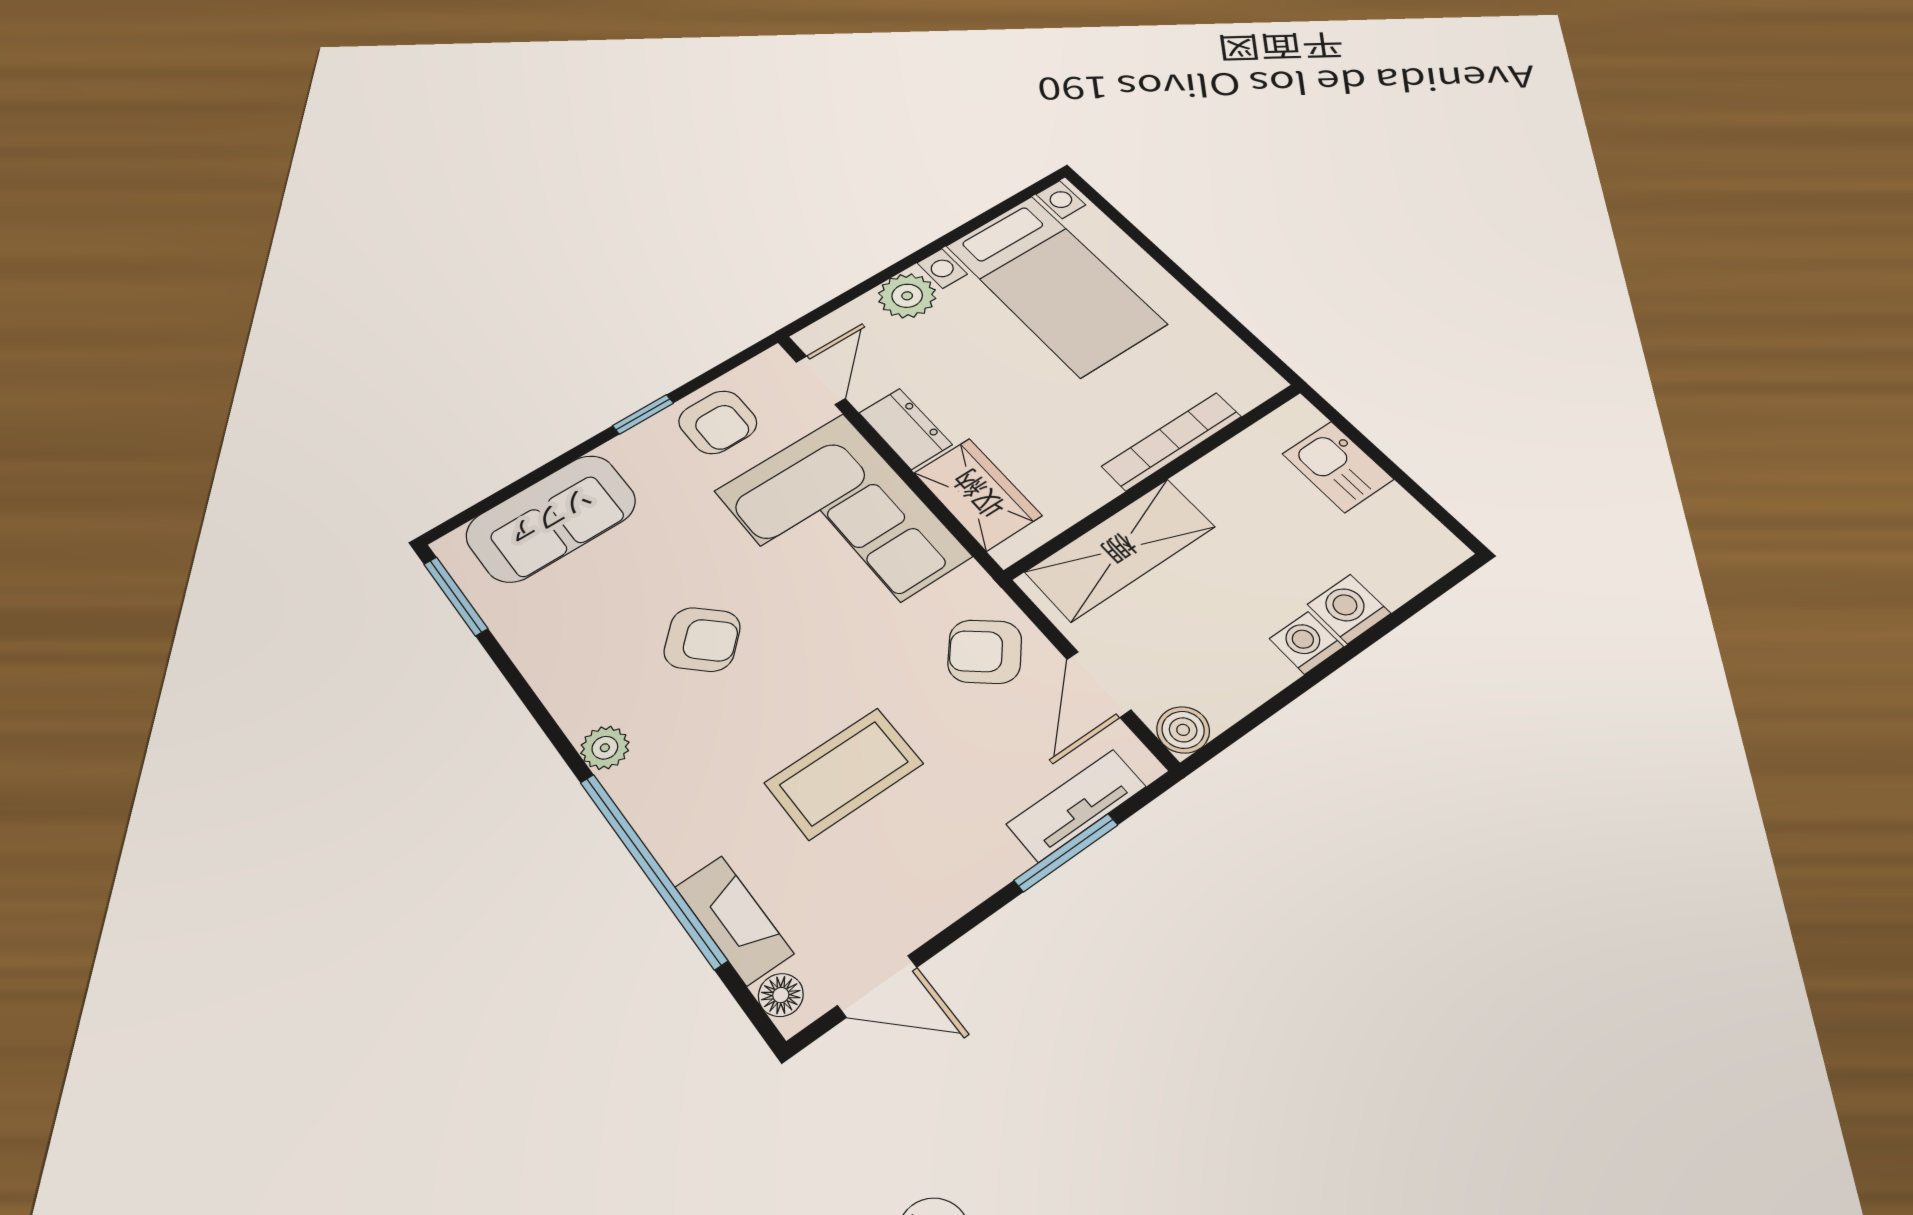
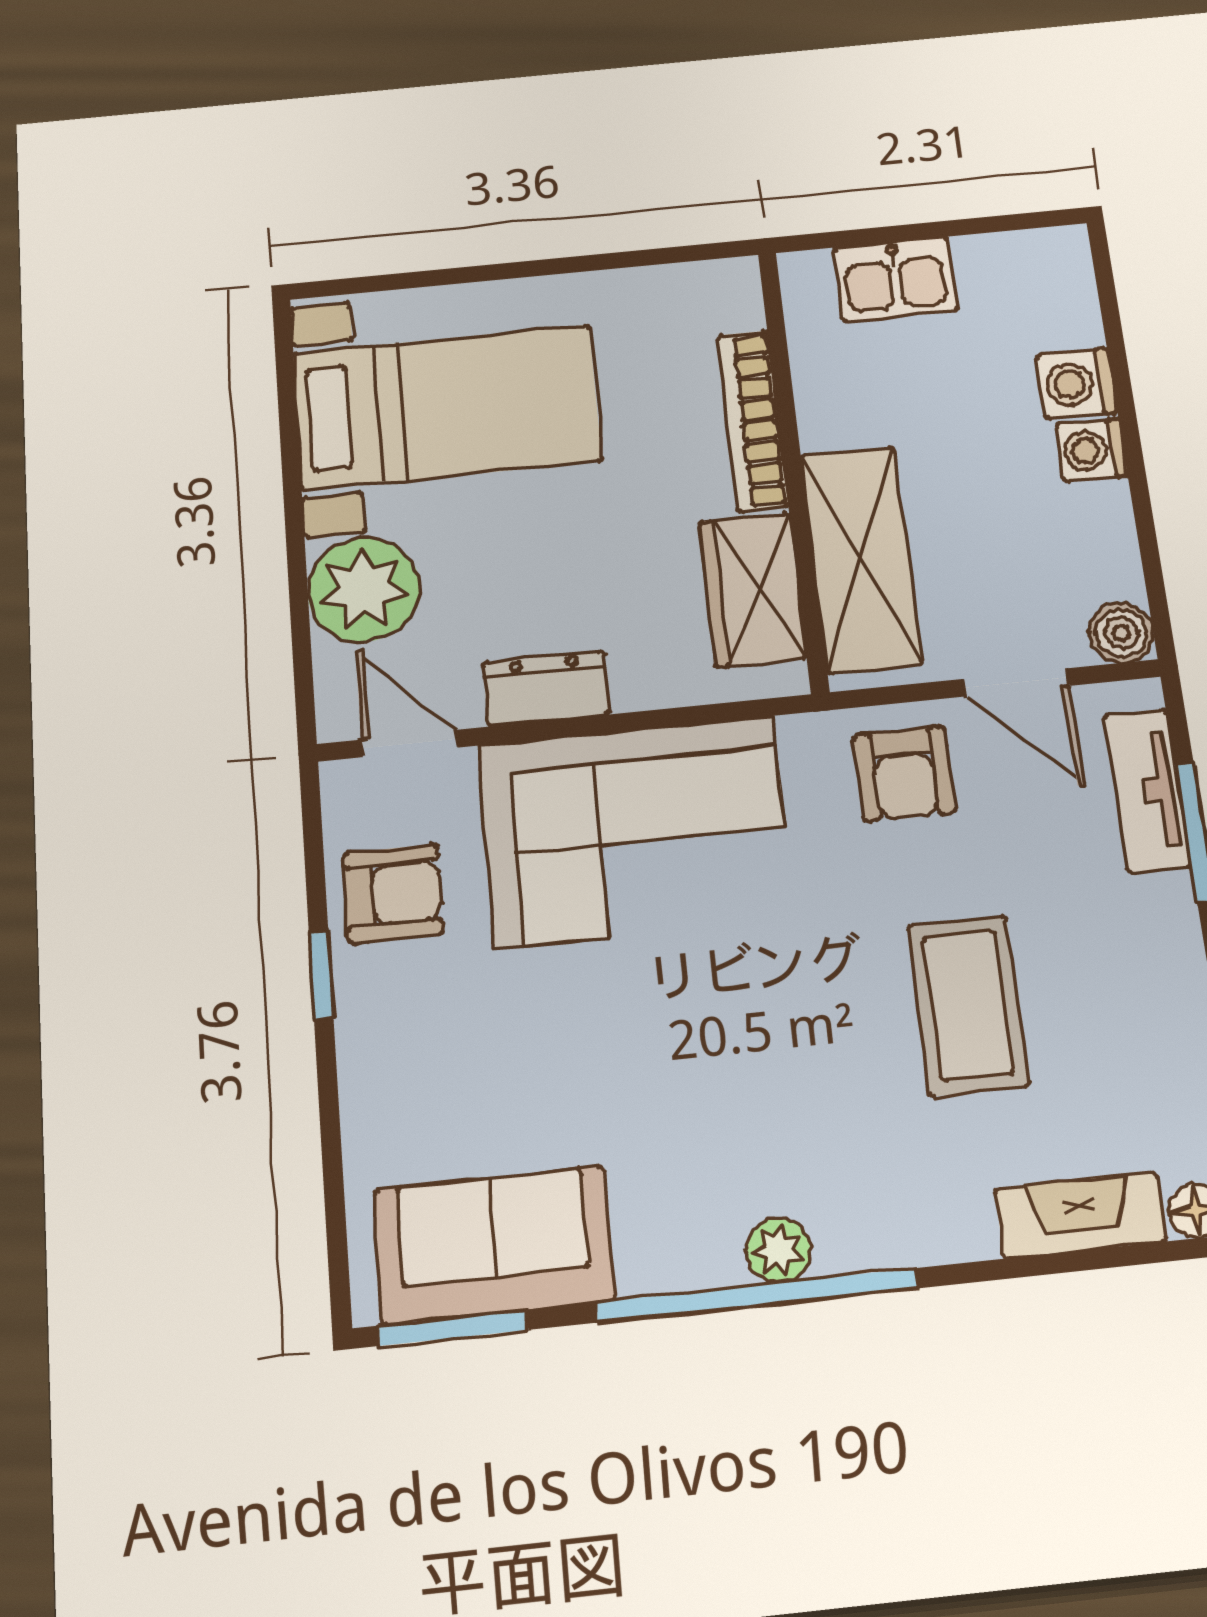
plant: (907, 296) -> (364, 589), width x1.36, depth x1.36
wardrobe: (978, 494) -> (753, 590), moved, turned -90
sofa: (551, 518) -> (494, 1245), moved, turned -90
armchair: (702, 639) -> (698, 1069), removed
armchair: (985, 652) -> (904, 774), turned -40
window: (652, 869) -> (757, 1295), moved

